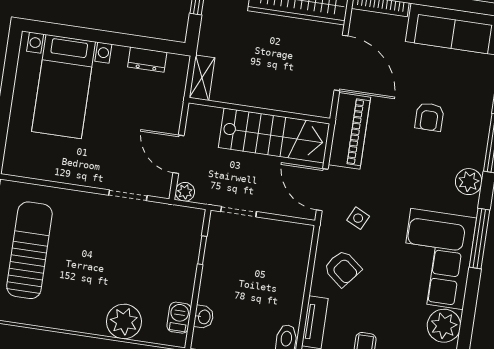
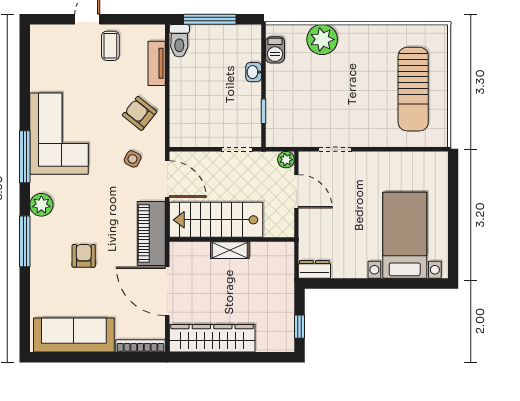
dresser: (147, 60) -> (314, 269), moved
shelving: (202, 78) -> (230, 250), moved, turned 90
washbasin: (204, 317) -> (254, 72), moved
plant: (444, 326) -> (44, 77), removed

